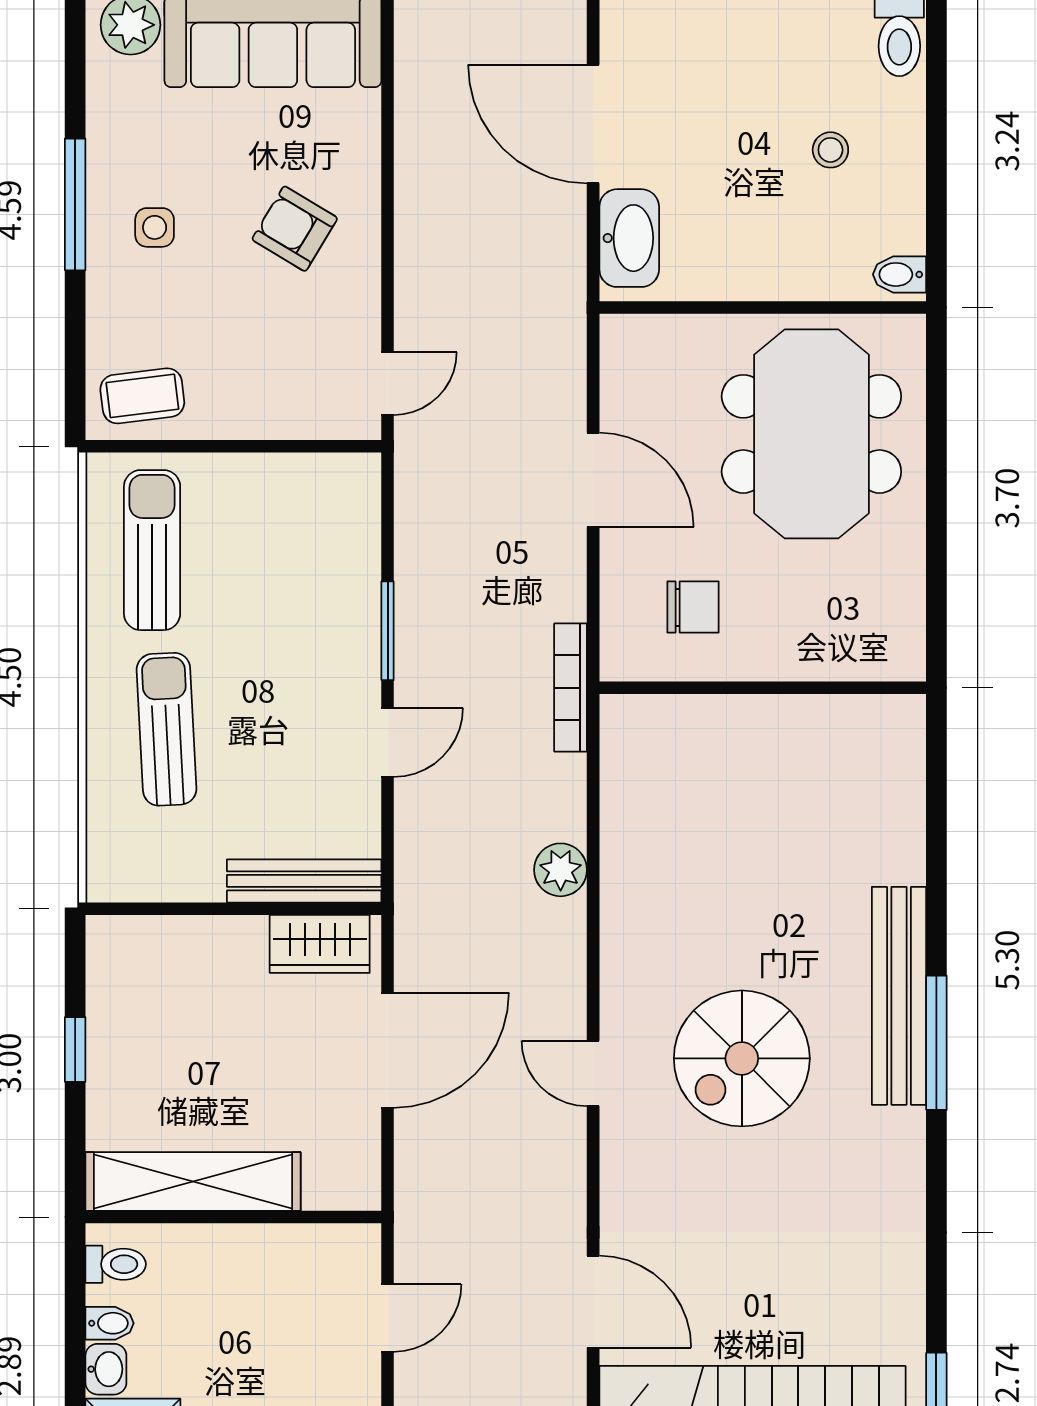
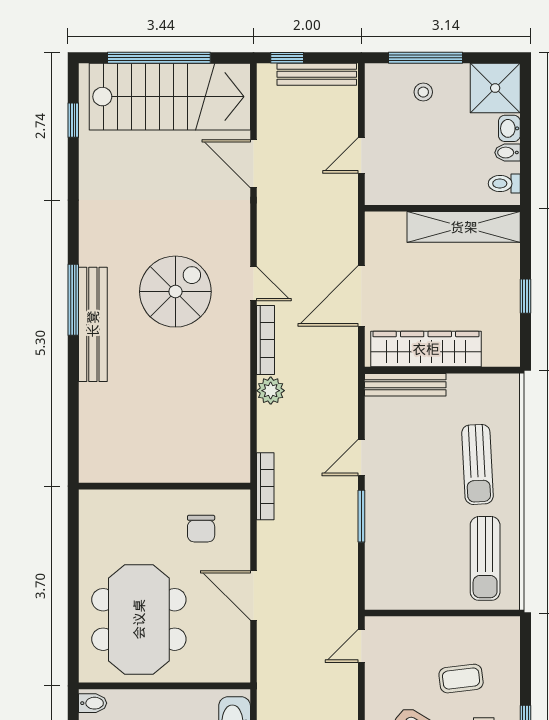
coffee table: (142, 396) -> (461, 679), moved
chair: (693, 607) -> (201, 529), turned -90
wardrobe: (320, 944) -> (426, 349), width x2.10, depth x1.17
bookcase: (570, 966) -> (266, 340), added

